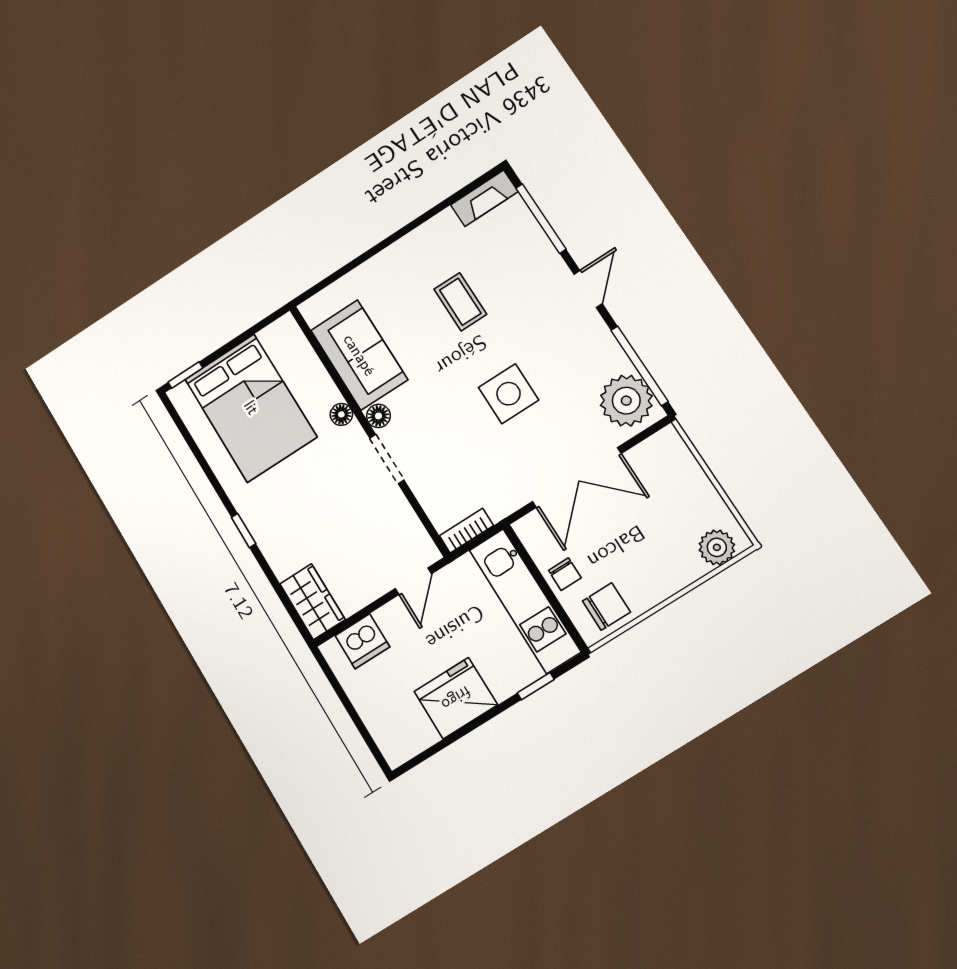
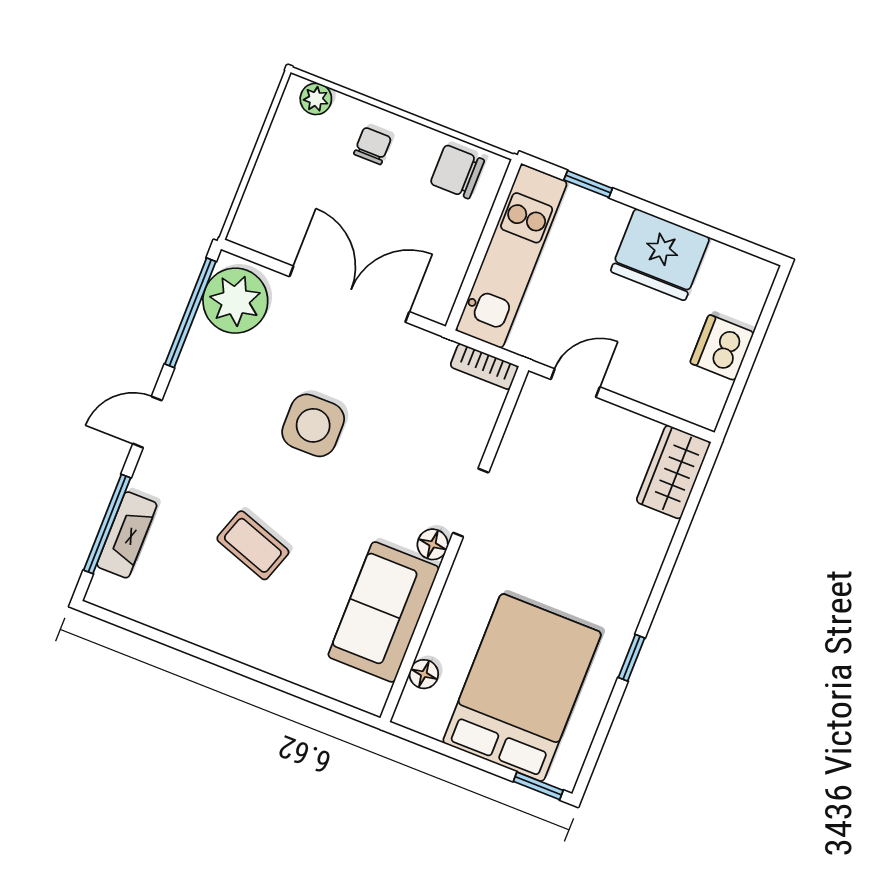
fireplace: (484, 198) -> (127, 535), moved, turned 90
coffee table: (460, 302) -> (253, 545), turned -71
floor lamp: (341, 414) -> (424, 674), moved
window: (244, 531) -> (632, 658), moved
plant: (717, 547) -> (316, 99), width x0.73, depth x0.73
chair: (565, 574) -> (373, 146), moved
dishwasher: (362, 641) -> (722, 348), moved, turned -90

